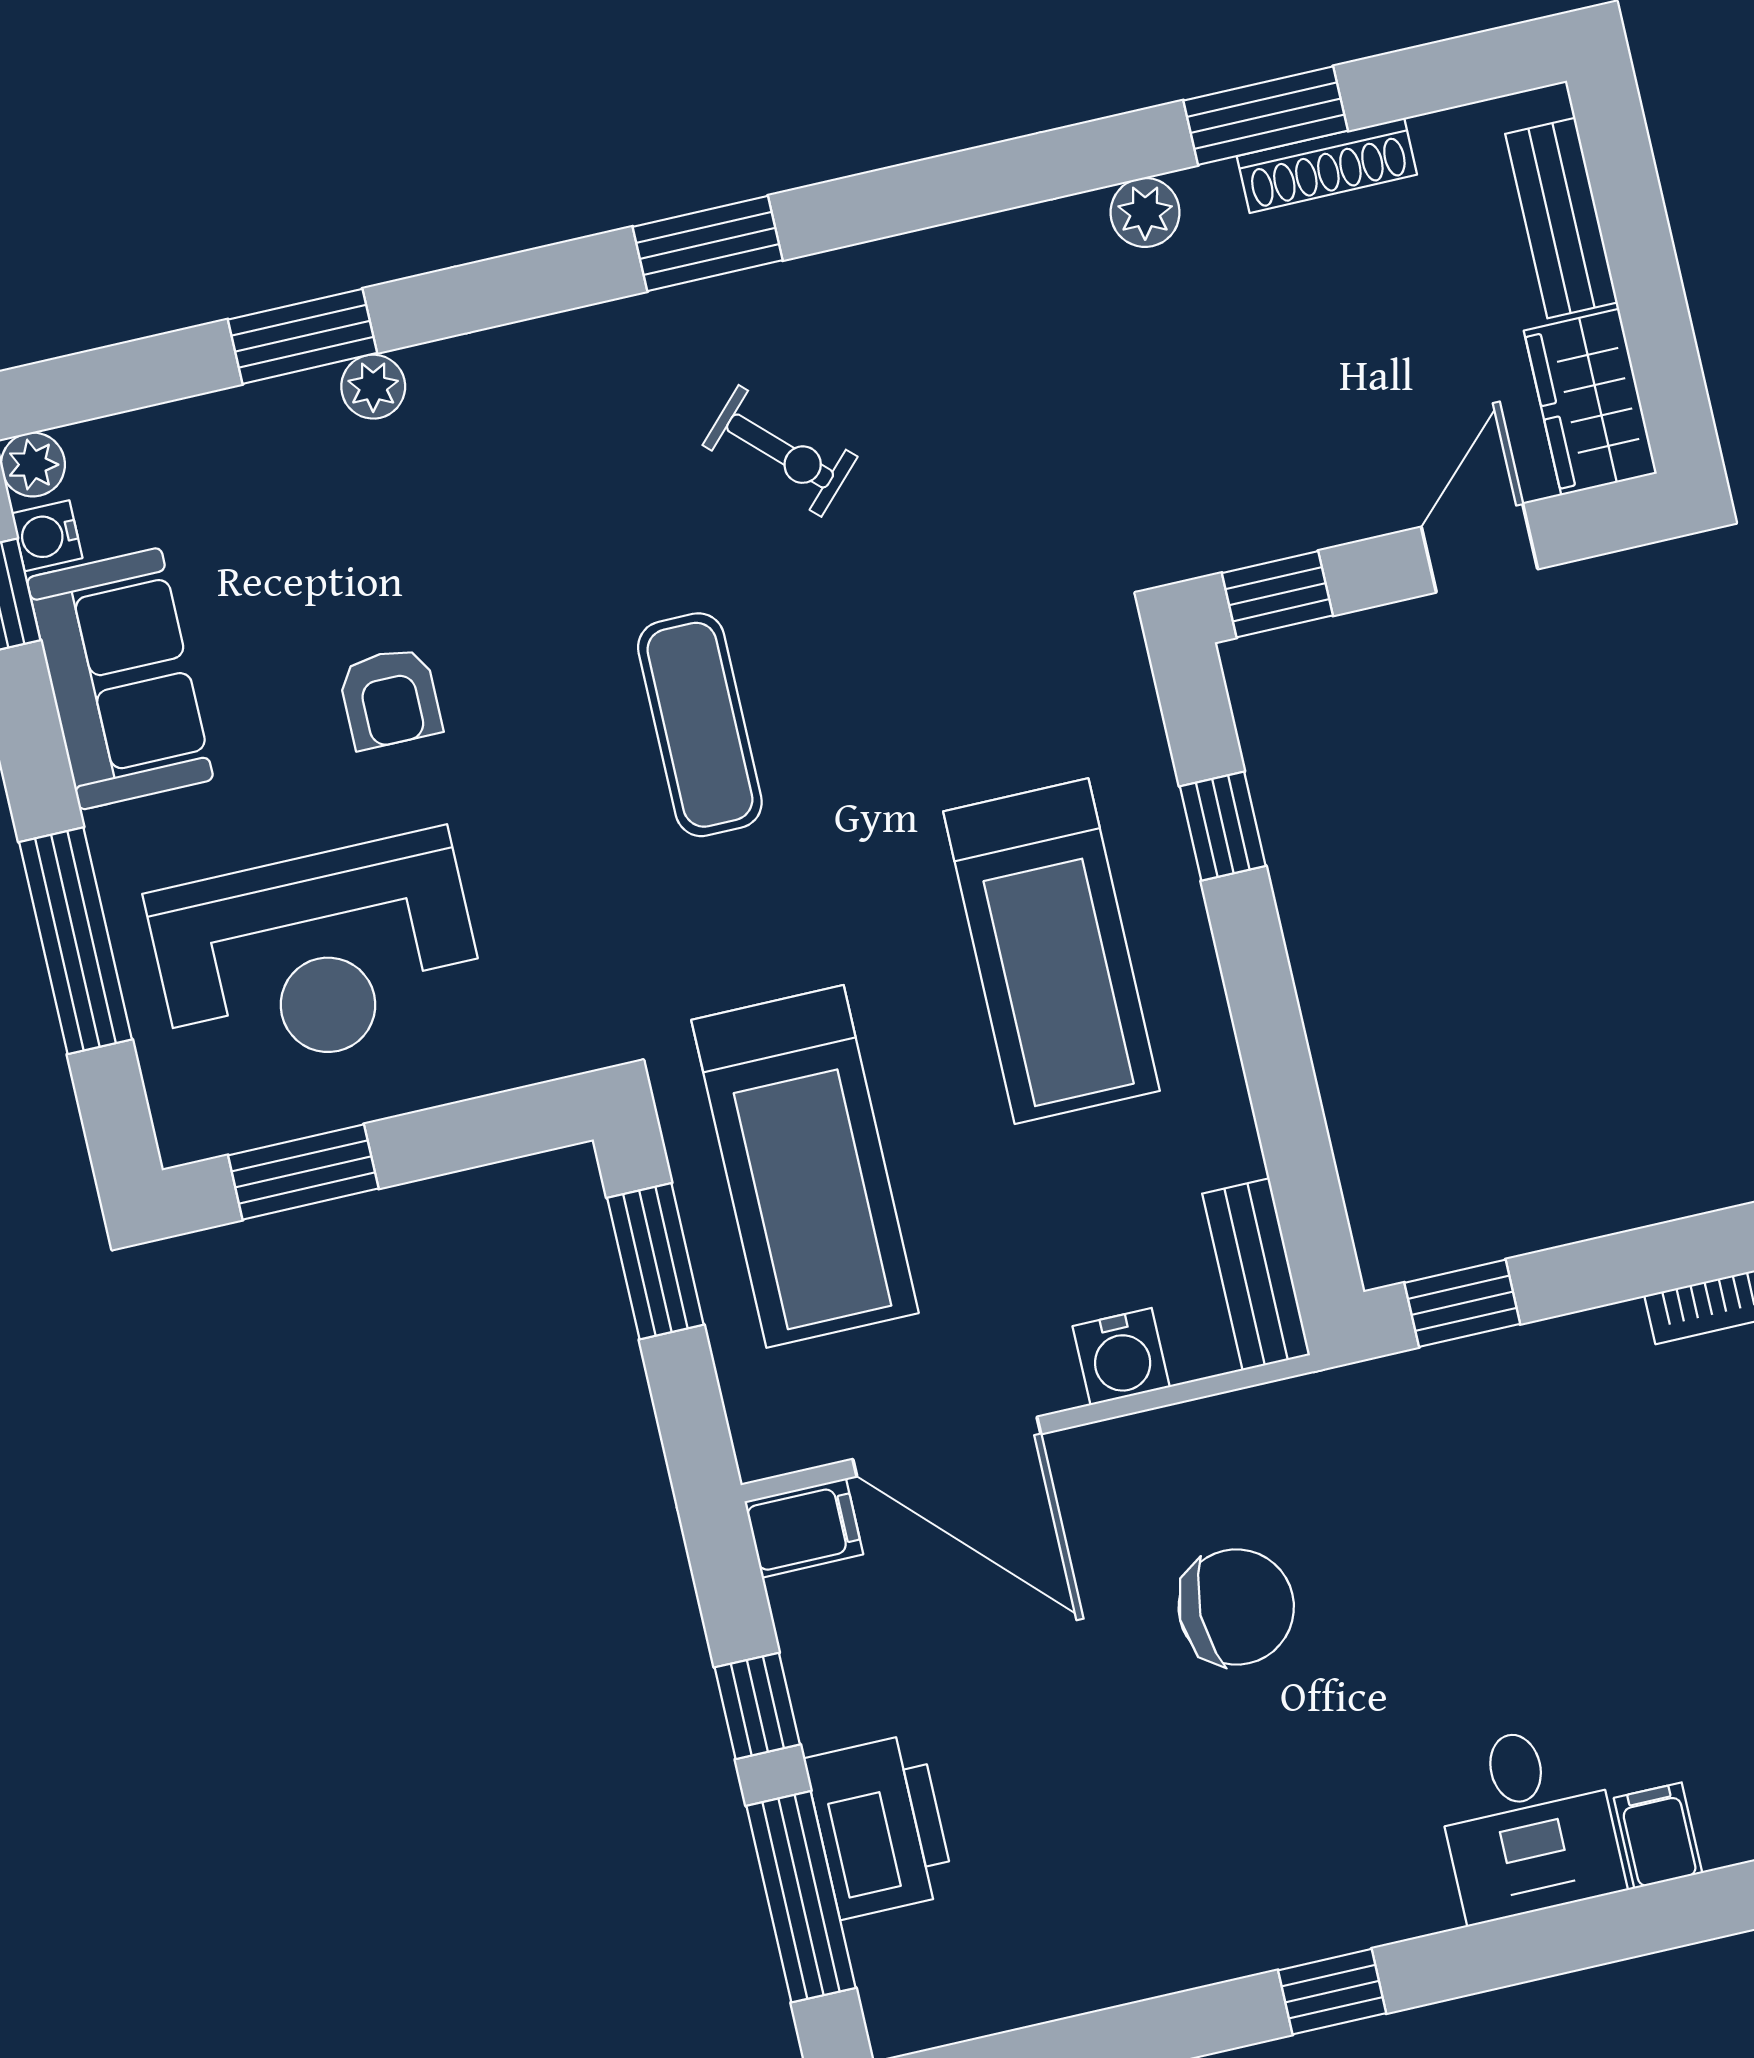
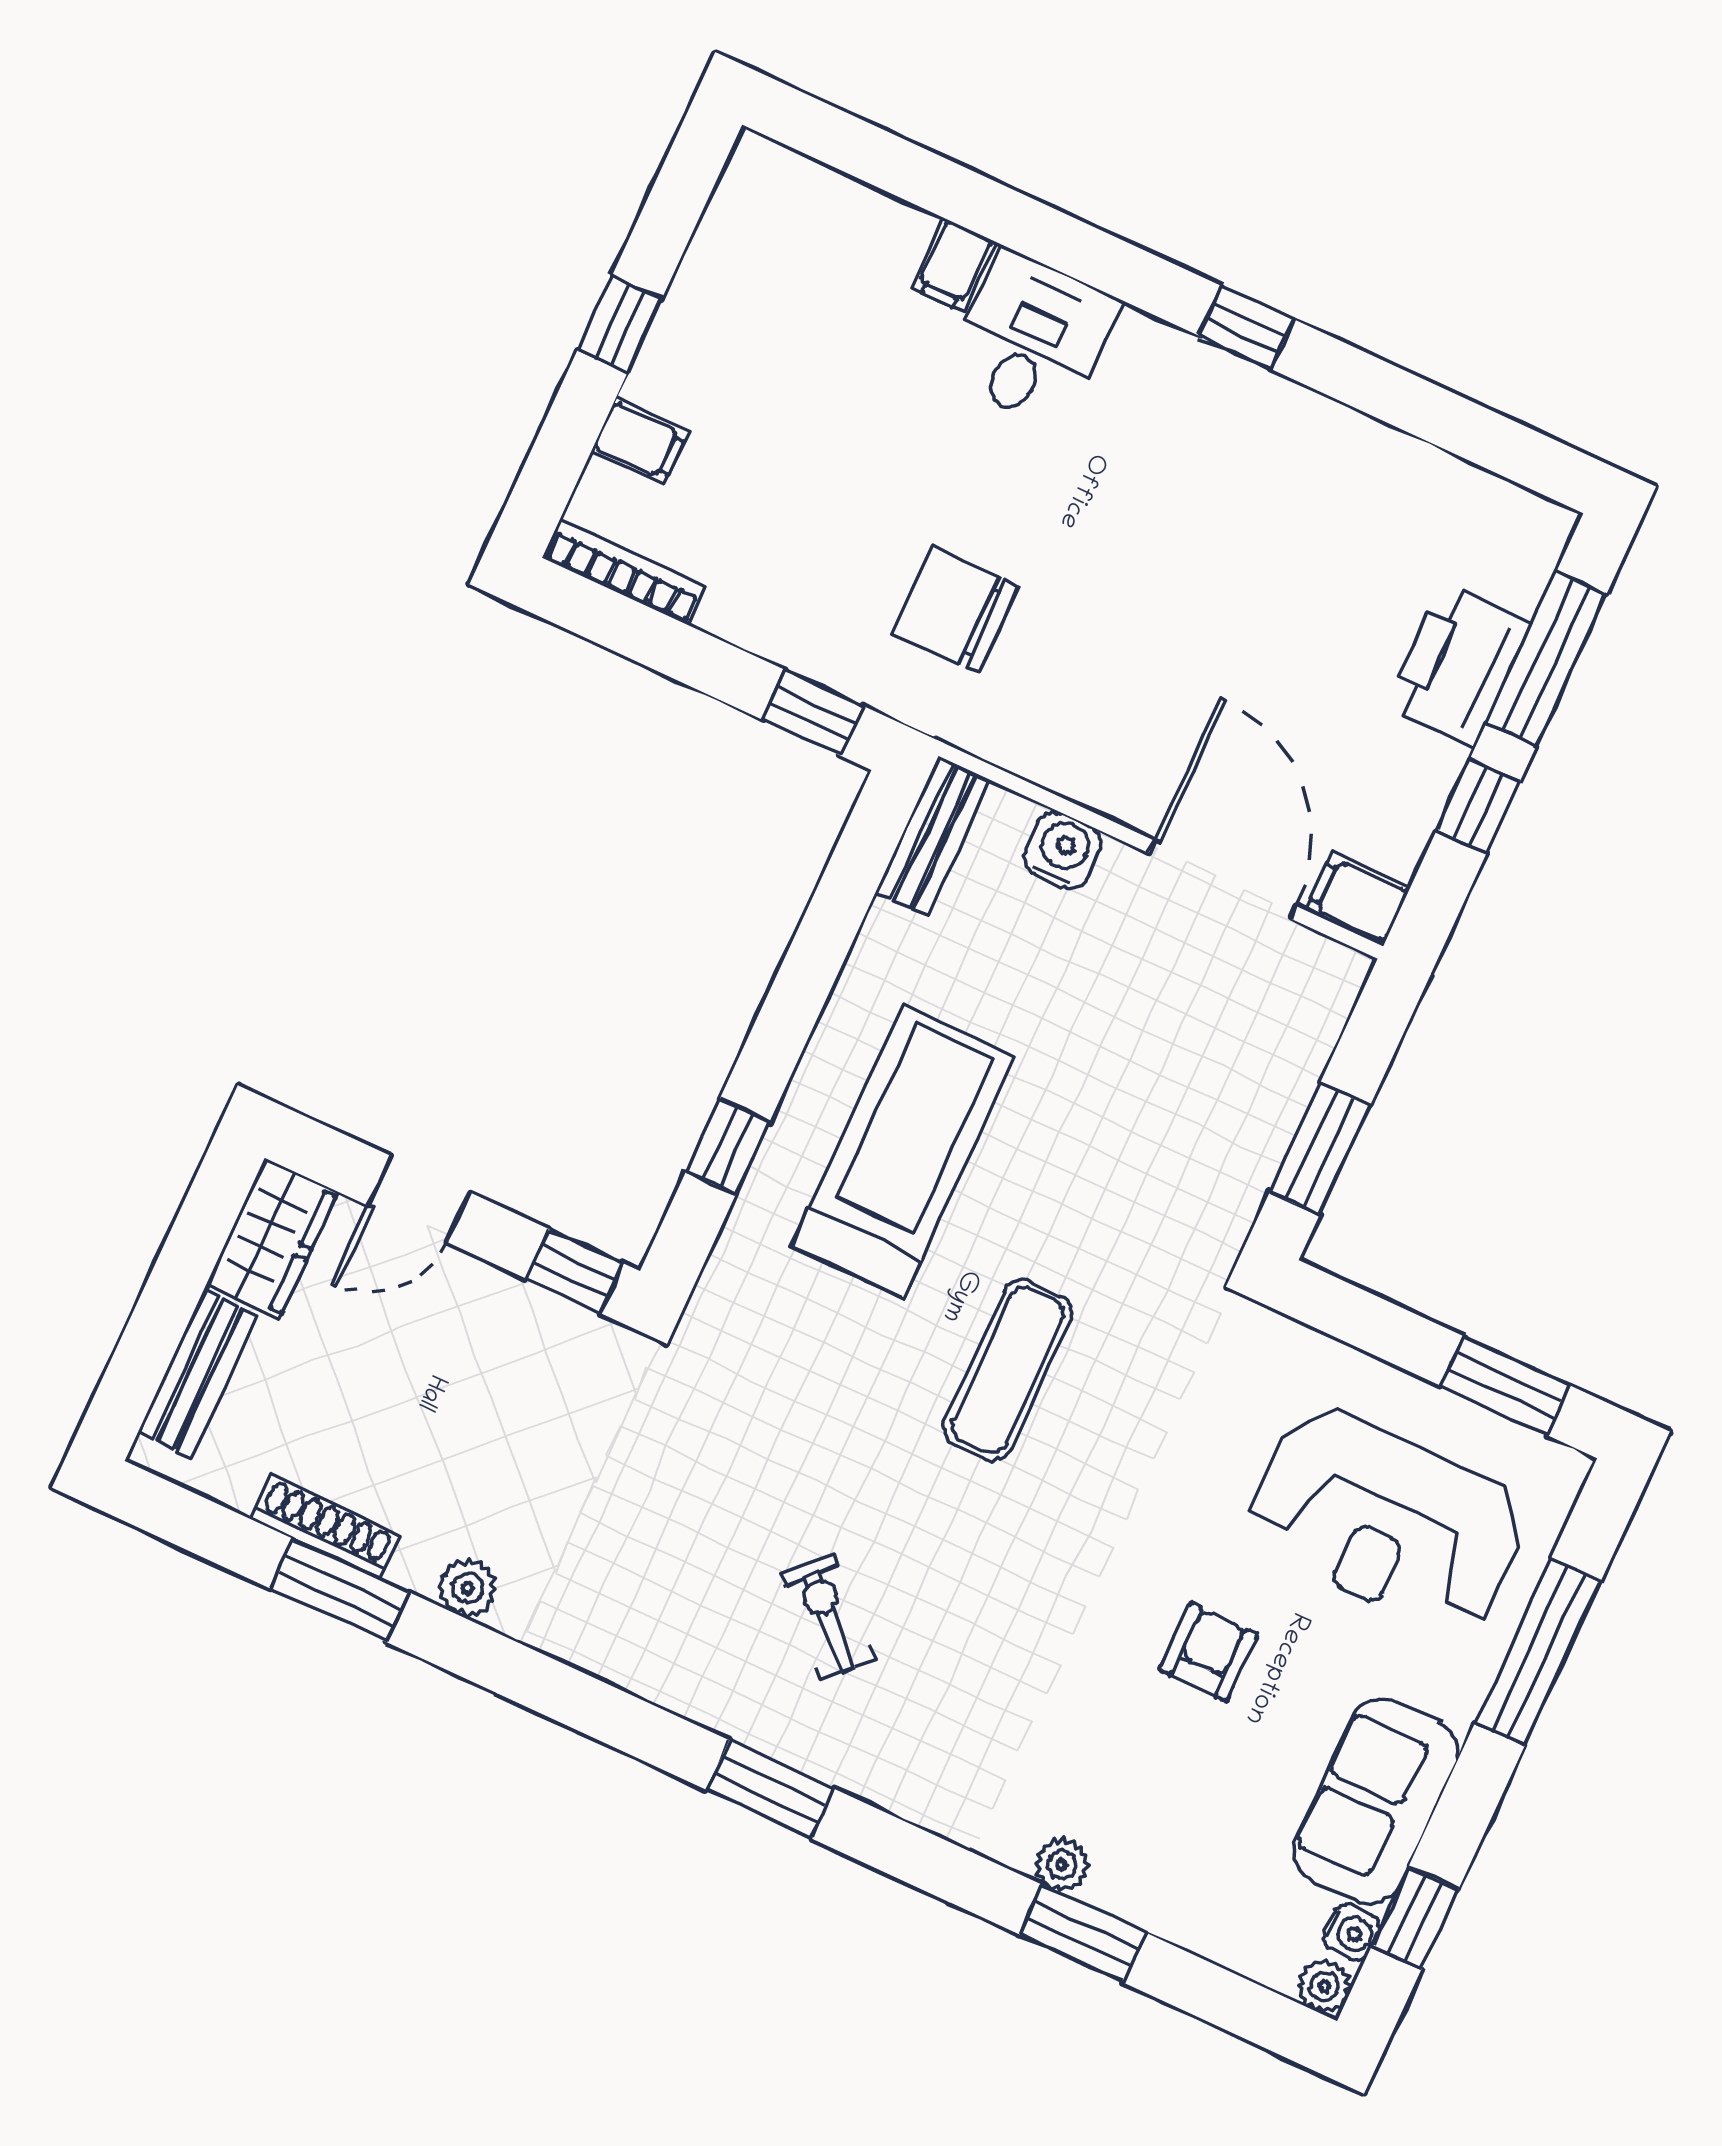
exercise mat: (700, 725) -> (1008, 1370), moved
reception desk: (317, 955) -> (1387, 1521), turned 180
treadmill: (805, 1166) -> (1174, 1135), removed
chair: (1236, 1607) -> (956, 609), moved

